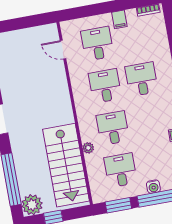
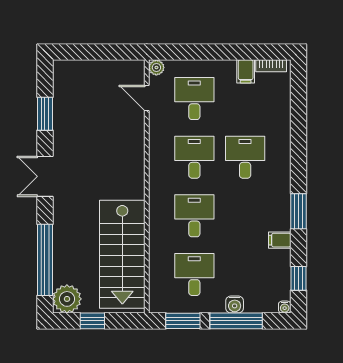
filing cabinet: (119, 19) -> (246, 71), moved
plant: (88, 148) -> (156, 68), moved

